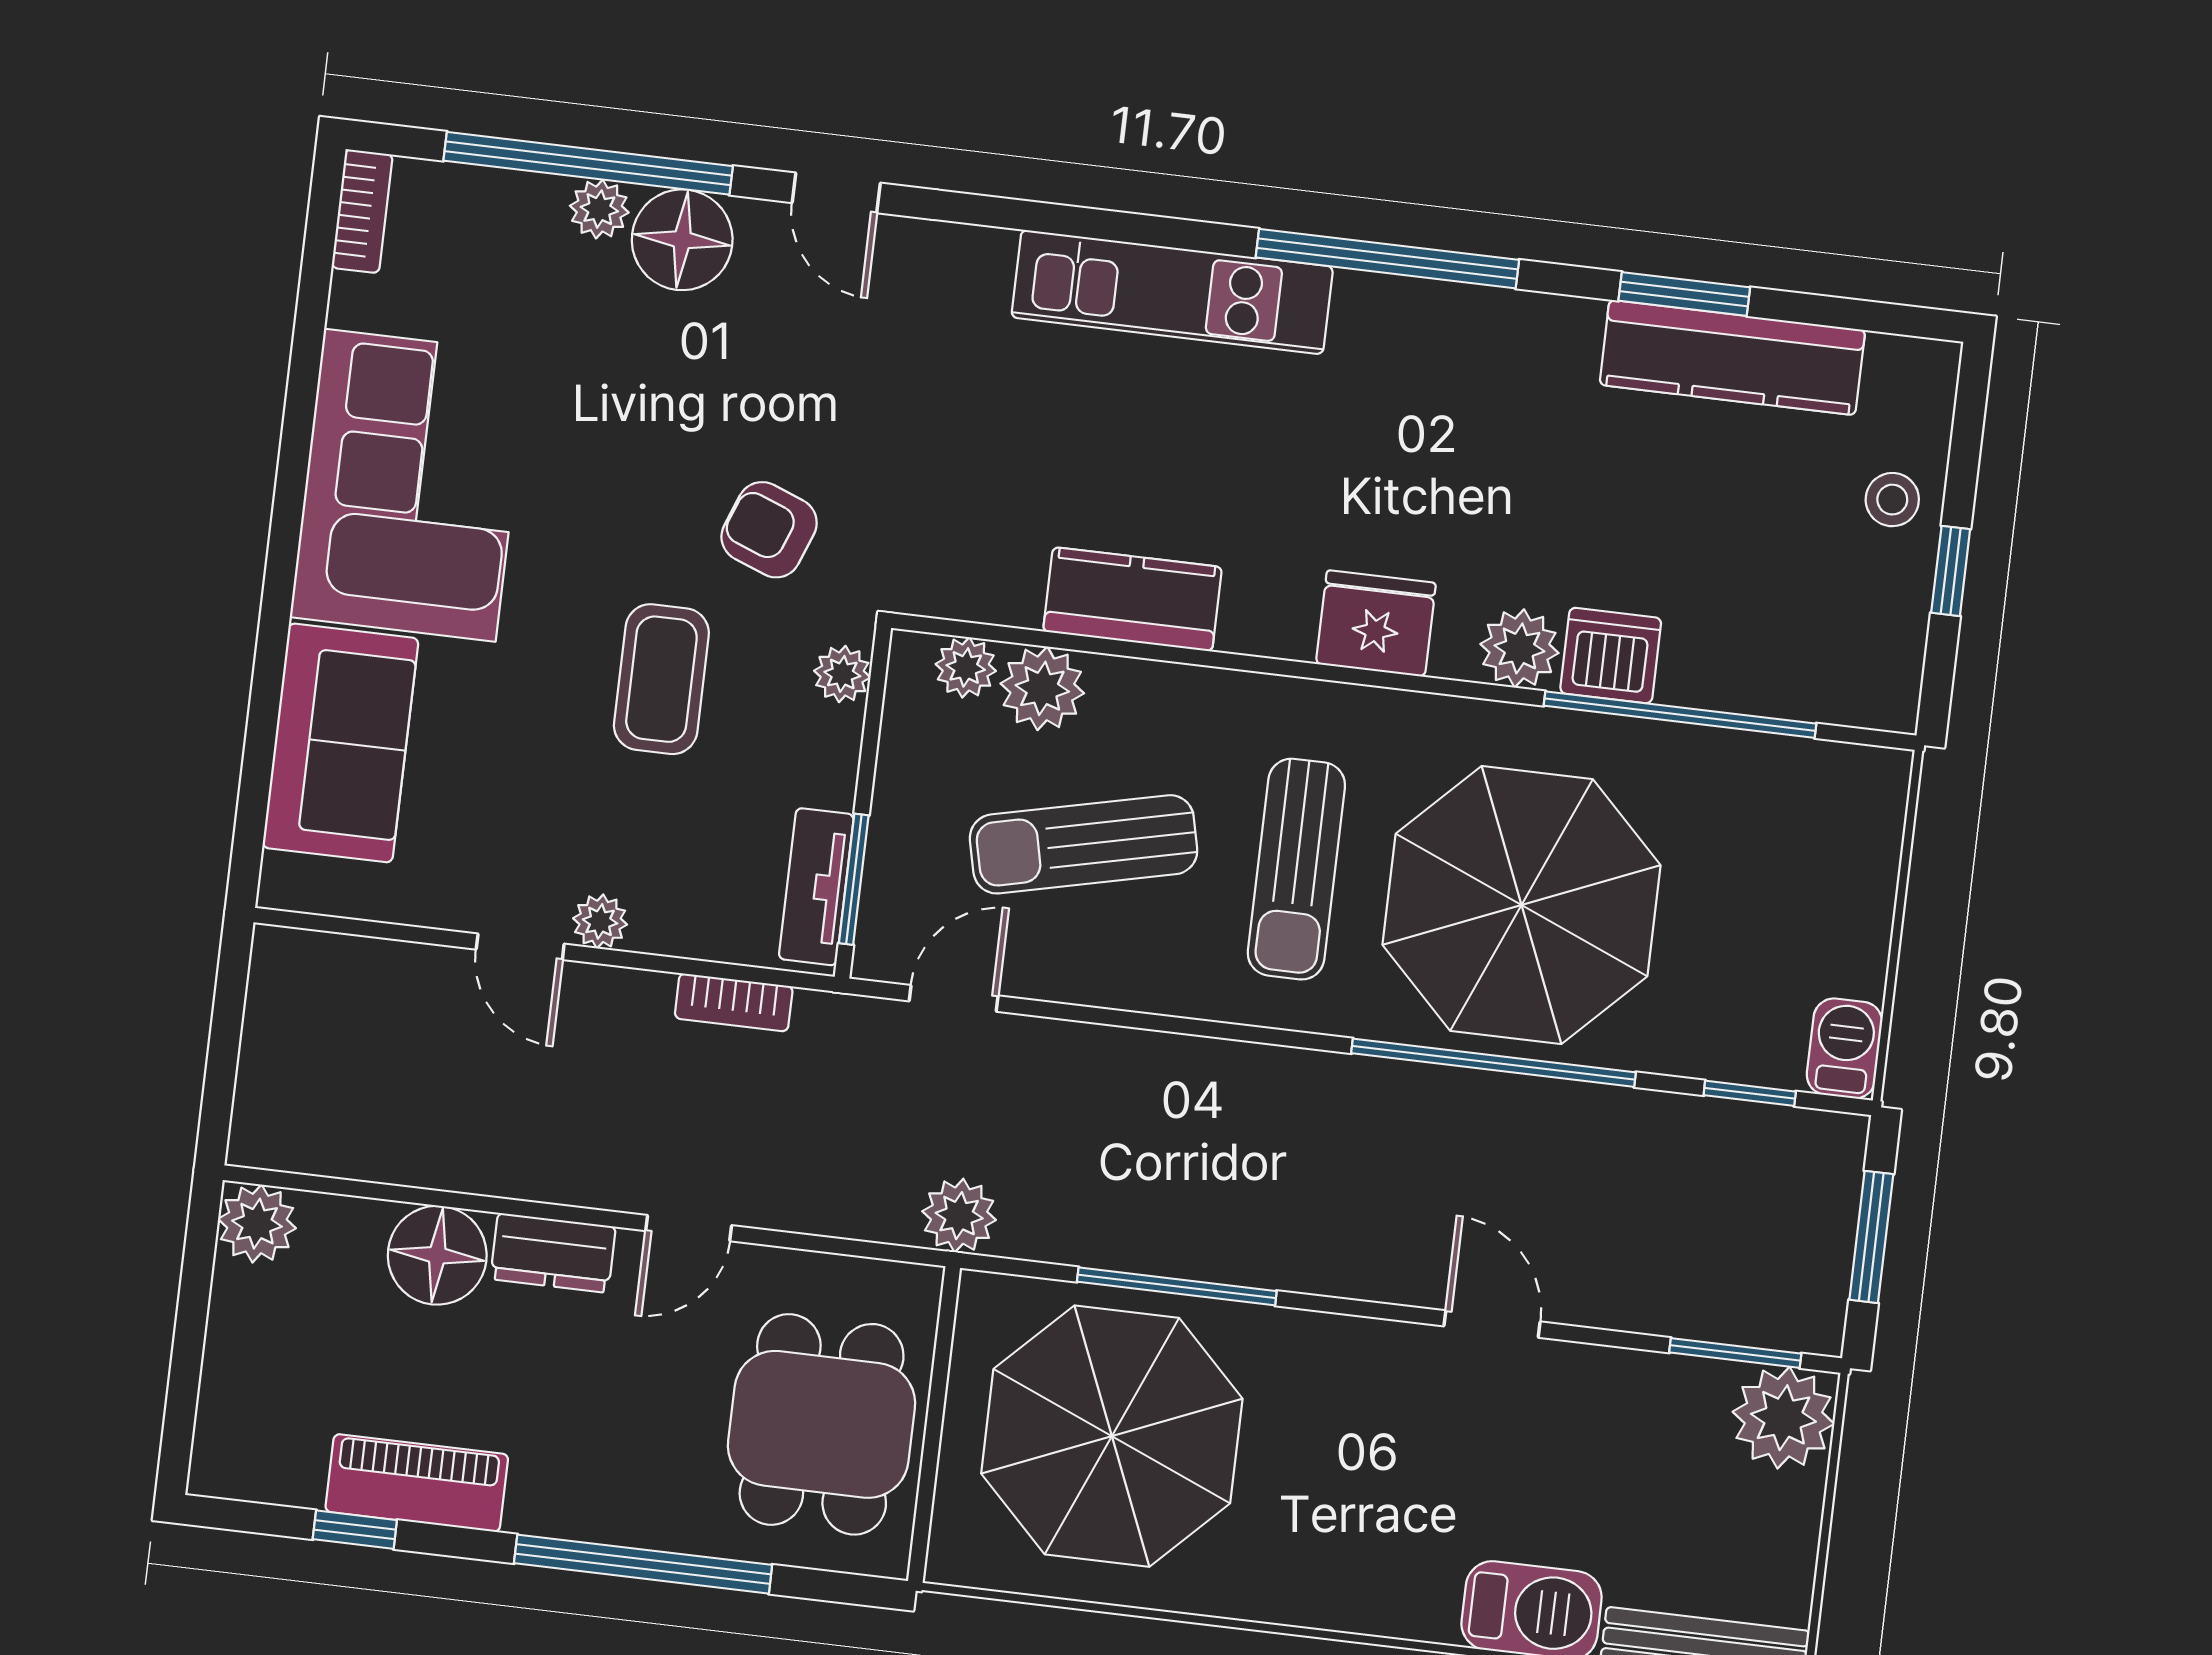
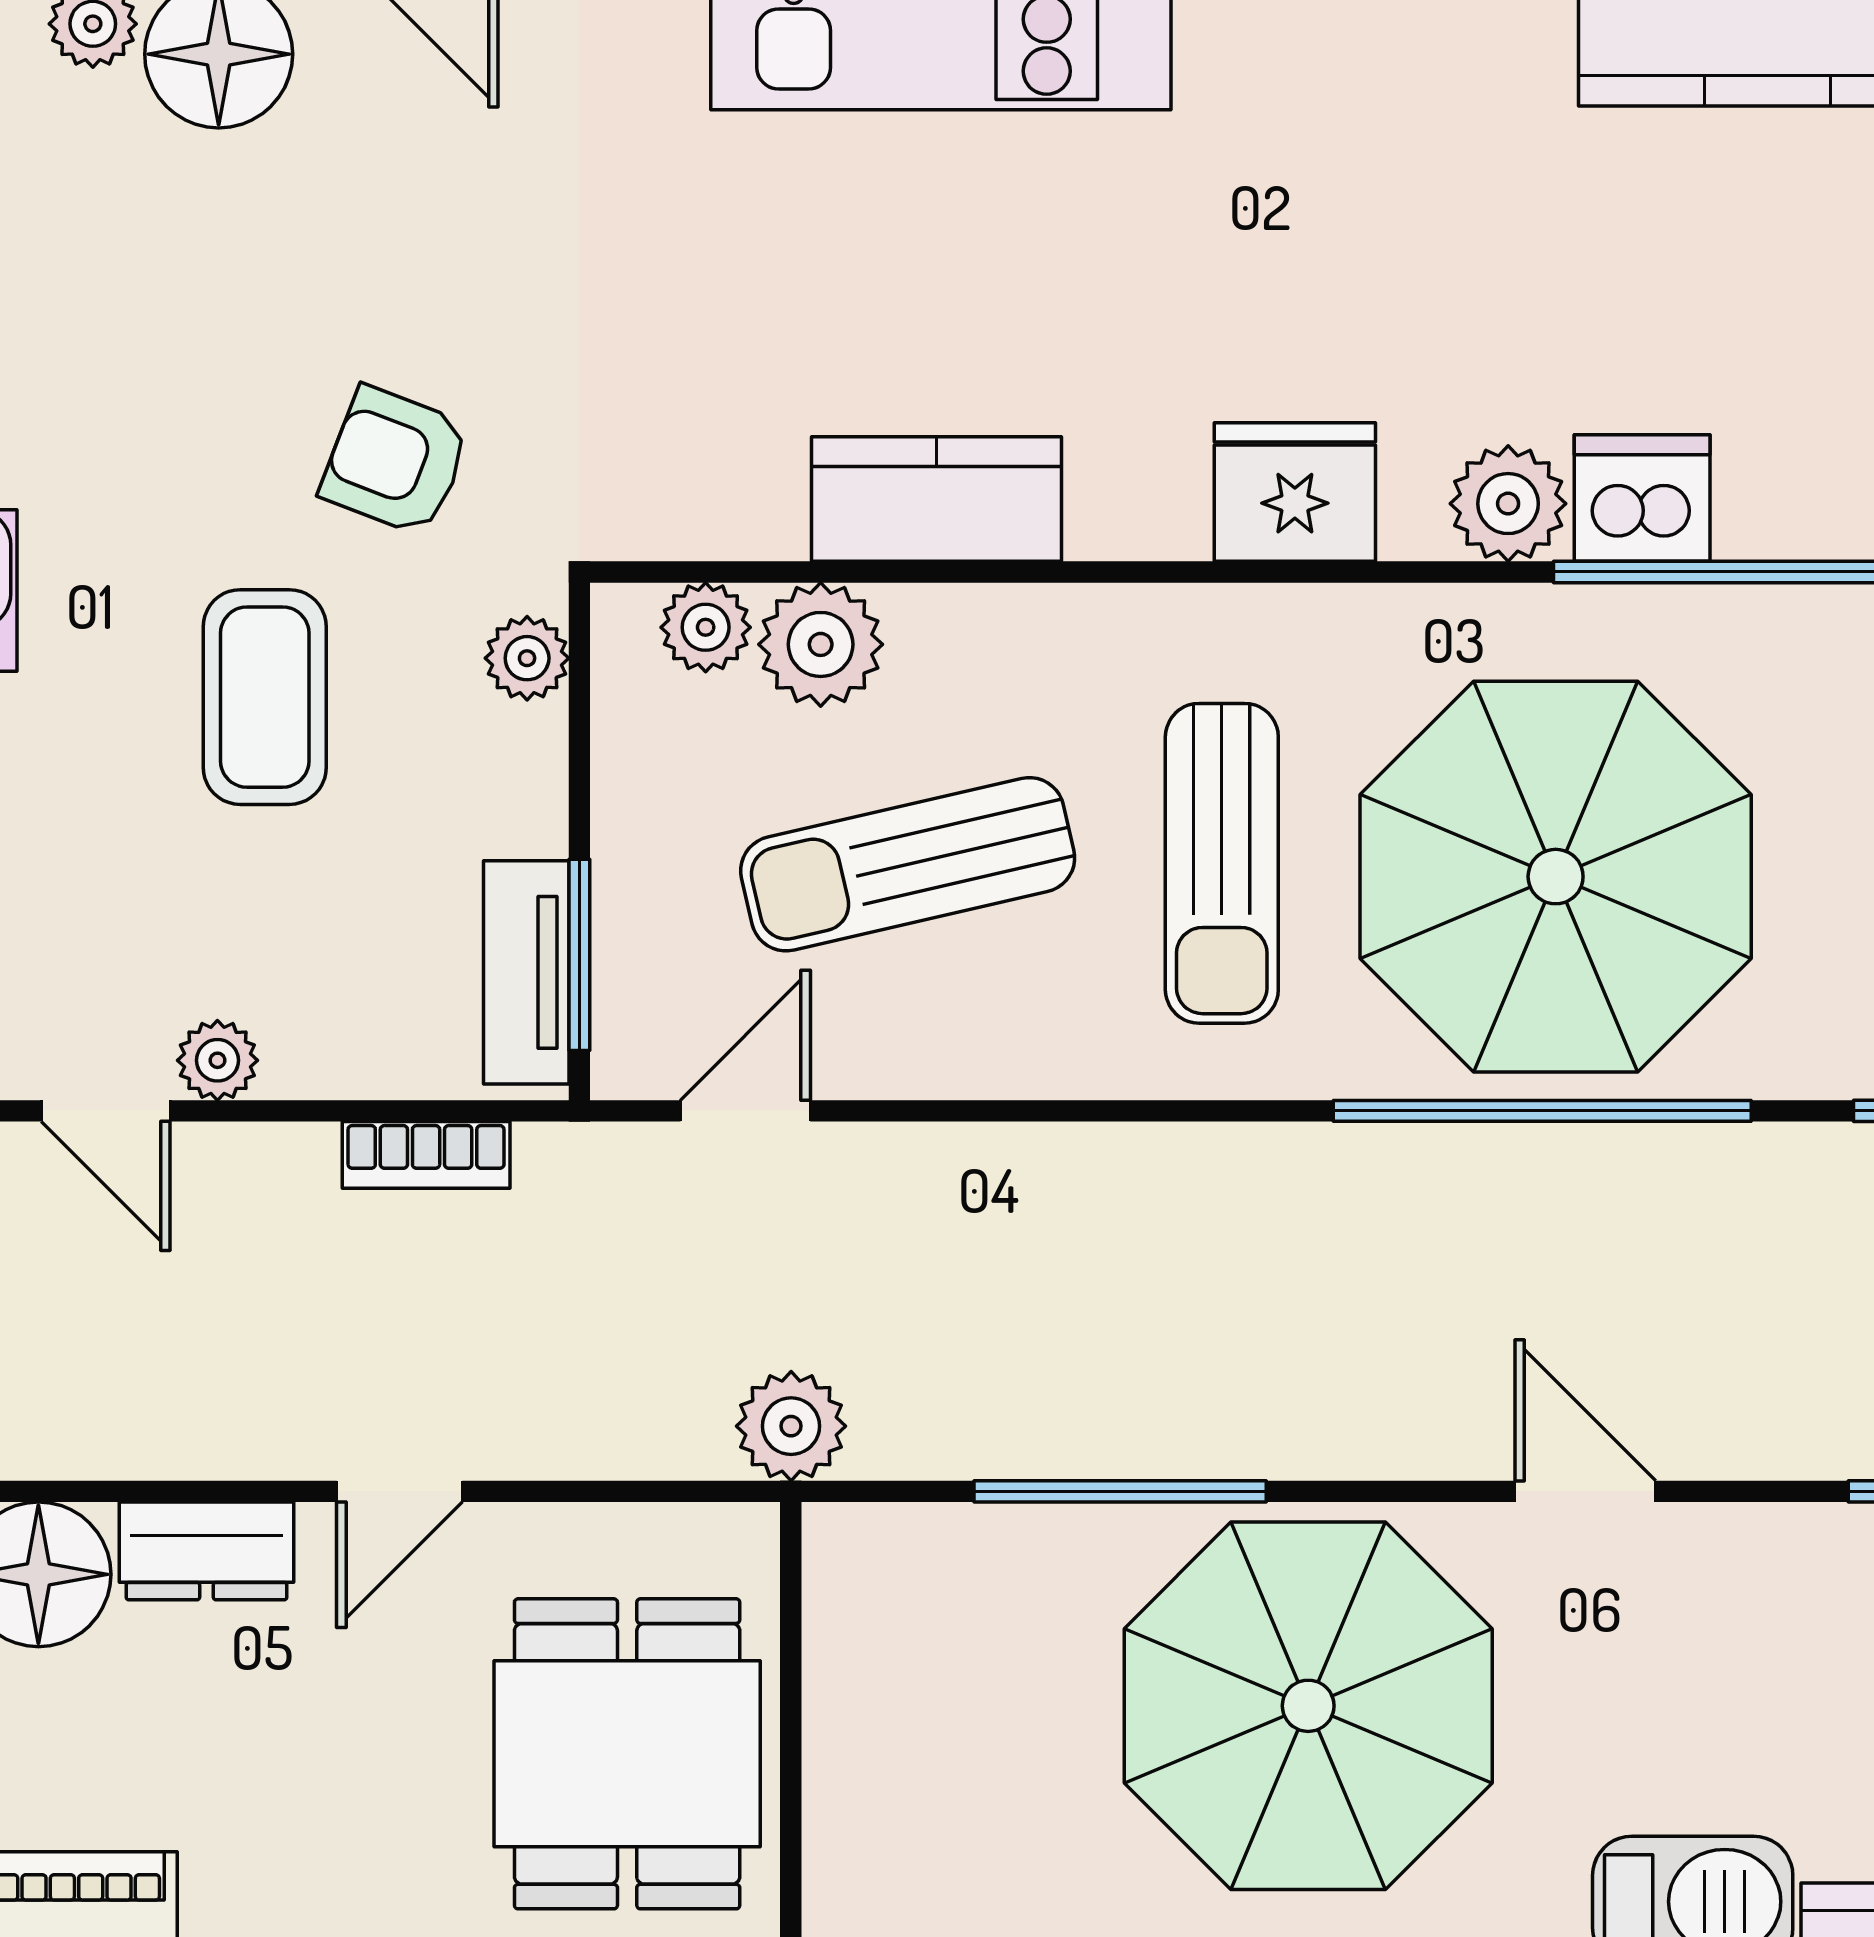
parasol: (1112, 1436) -> (1308, 1706), moved

